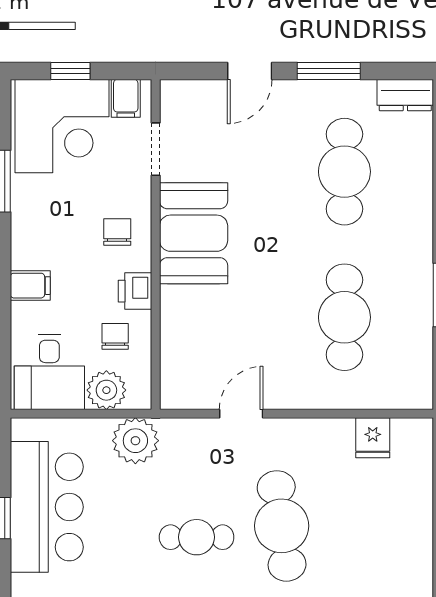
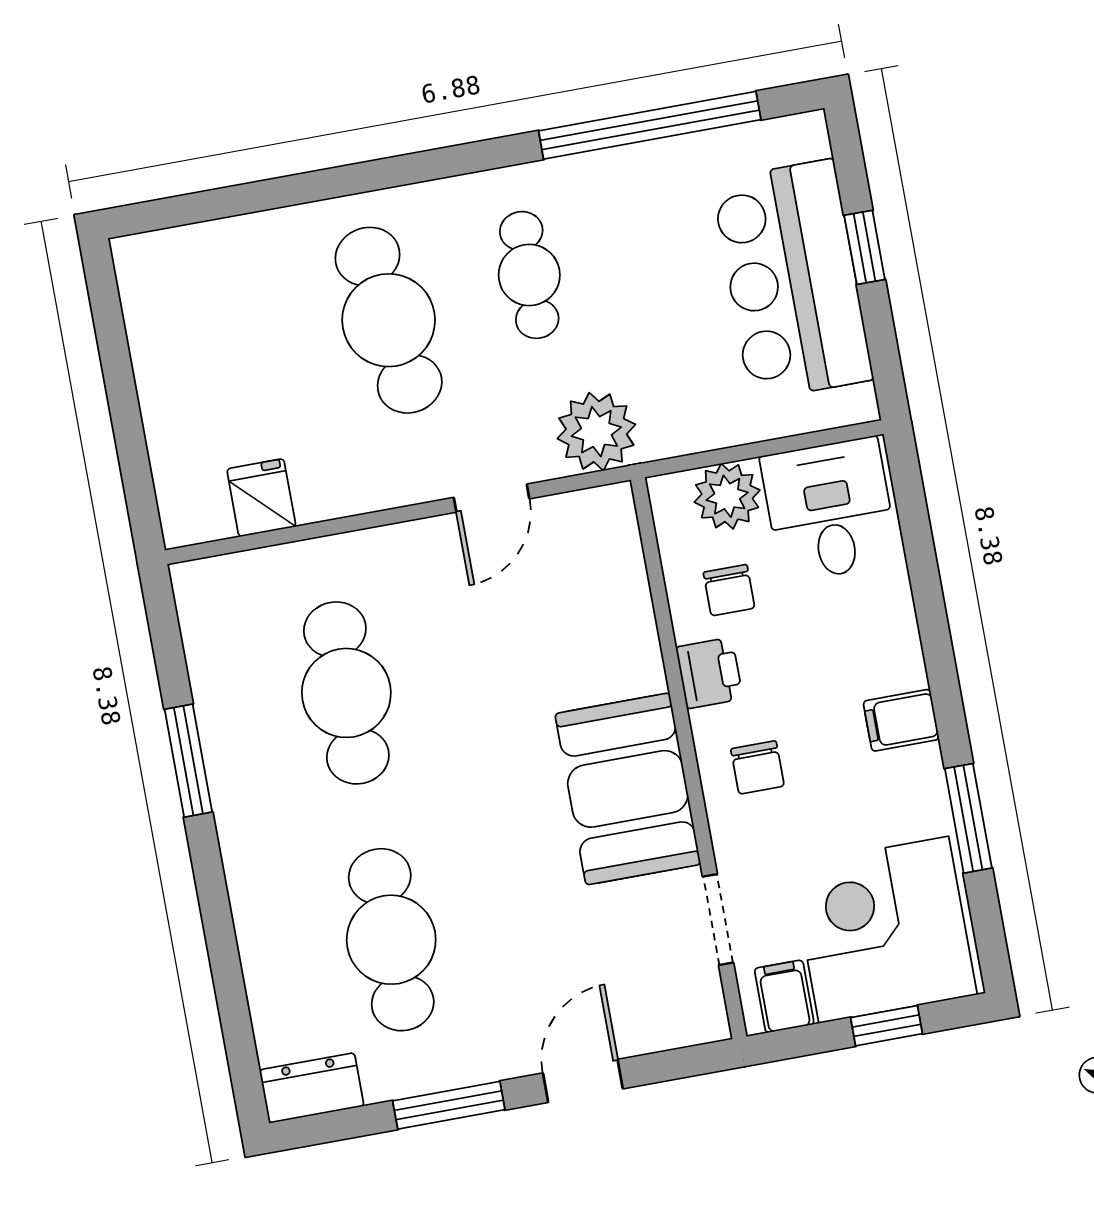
filing cabinet: (30, 286) -> (901, 720), moved
plant: (135, 441) -> (596, 432), moved
cafe table: (197, 537) -> (529, 275), turned 90

